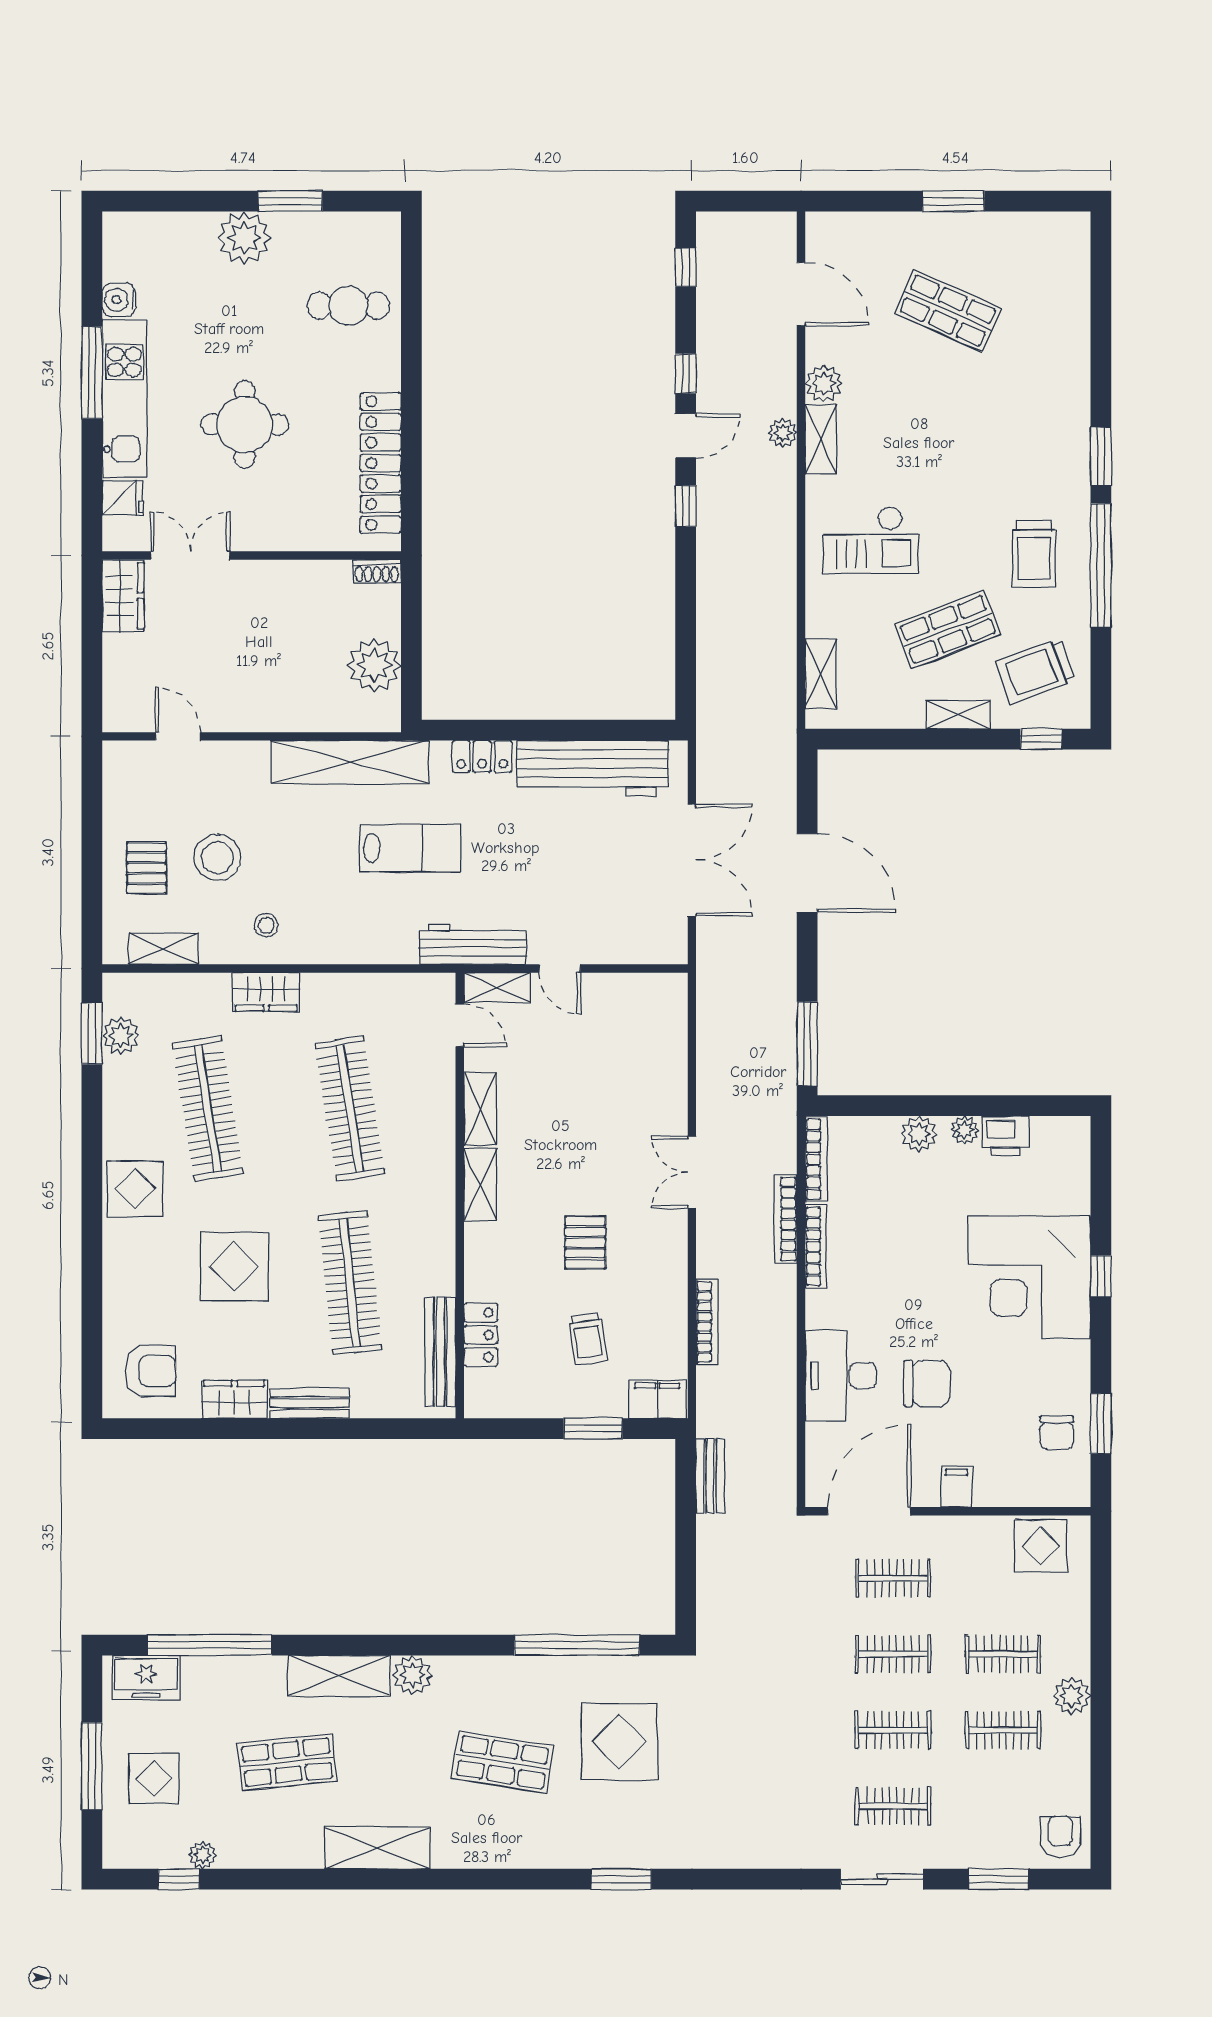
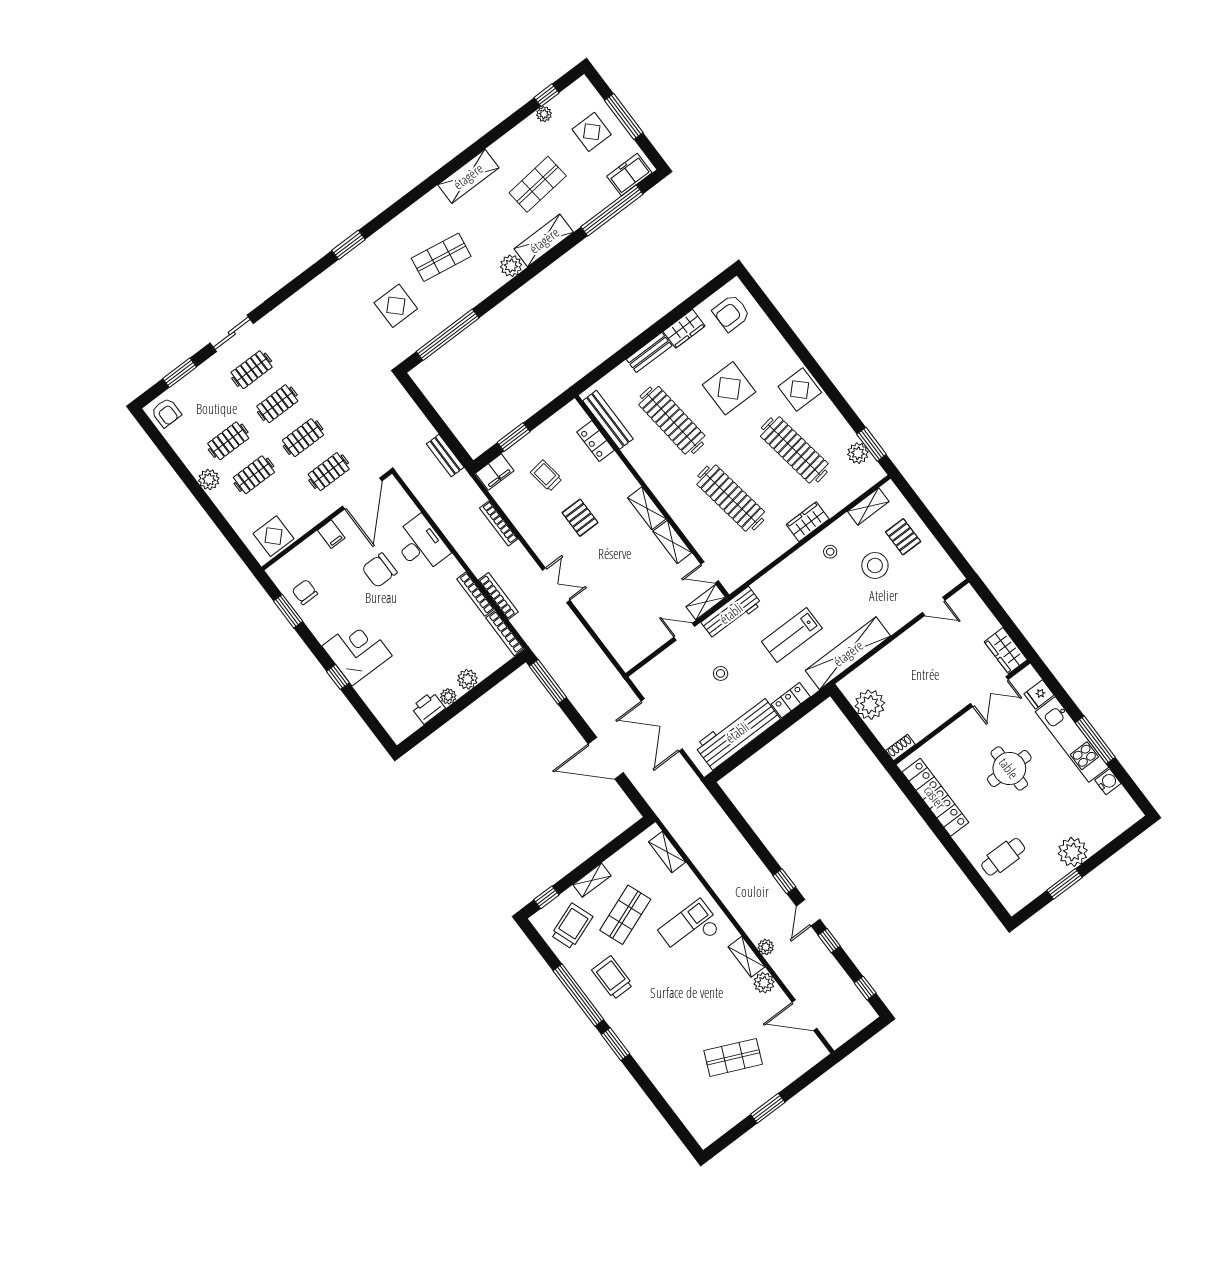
stool: (553, 870) -> (721, 673), added
corner desk: (1029, 1277) -> (357, 651), width x0.74, depth x0.74
display table: (619, 1742) -> (396, 306), width x0.73, depth x0.73

